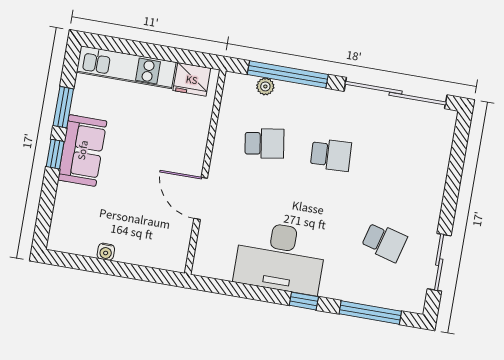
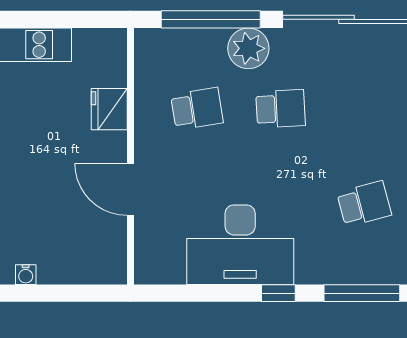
fridge: (192, 79) -> (109, 109), moved, turned 90
plant: (265, 86) -> (248, 48), moved, width x1.88, depth x1.88
school desk: (384, 242) -> (364, 204), turned -30

